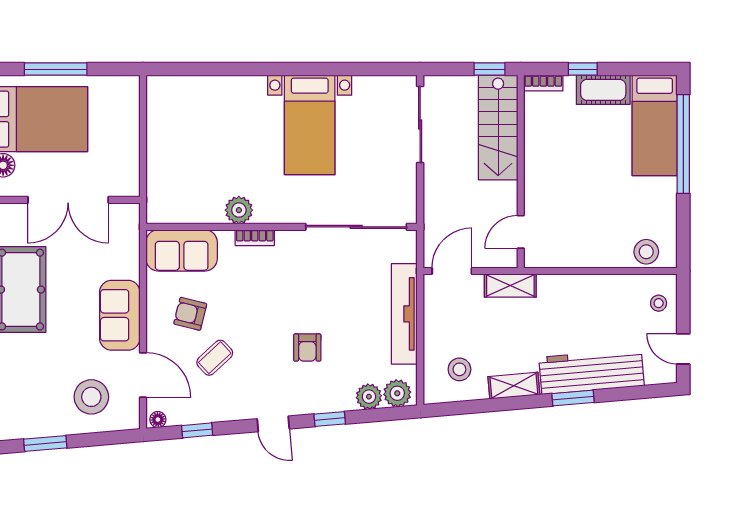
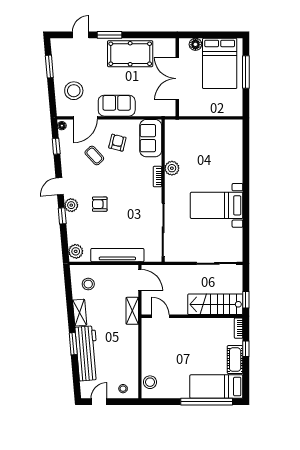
plant: (369, 397) -> (71, 205), moved

